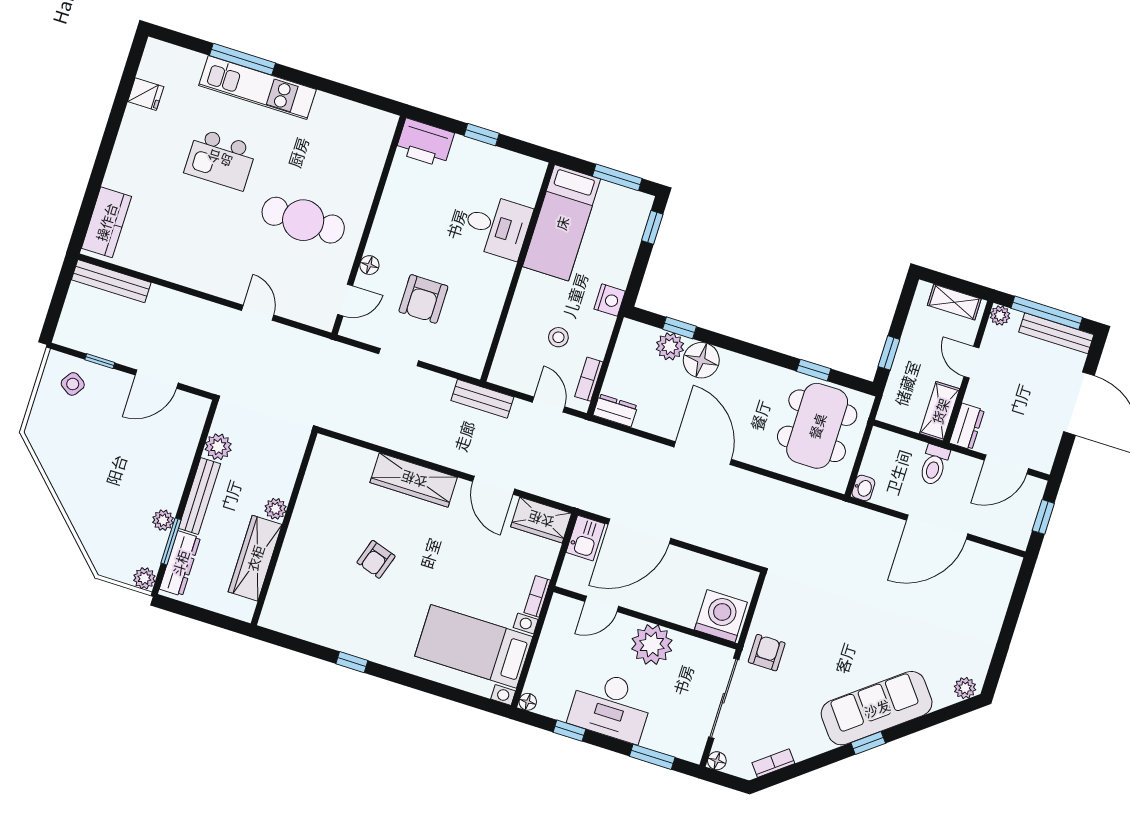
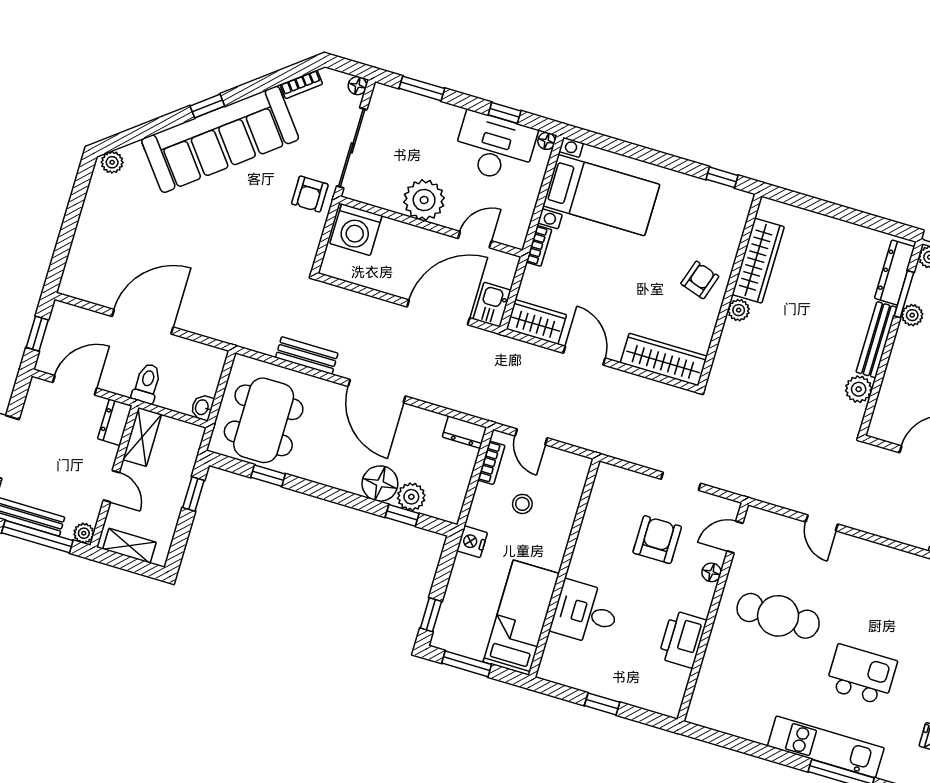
printer: (425, 143) -> (682, 639), moved, turned -90
bench: (482, 399) -> (307, 355), moved
washbasin: (863, 488) -> (202, 407), moved
plant: (276, 509) -> (739, 310), moved
wall: (284, 528) -> (730, 291), moved
wardrobe: (255, 558) -> (758, 261), moved
desk: (611, 706) -> (495, 147), moved
sofa: (877, 708) -> (220, 139), width x1.36, depth x1.27

